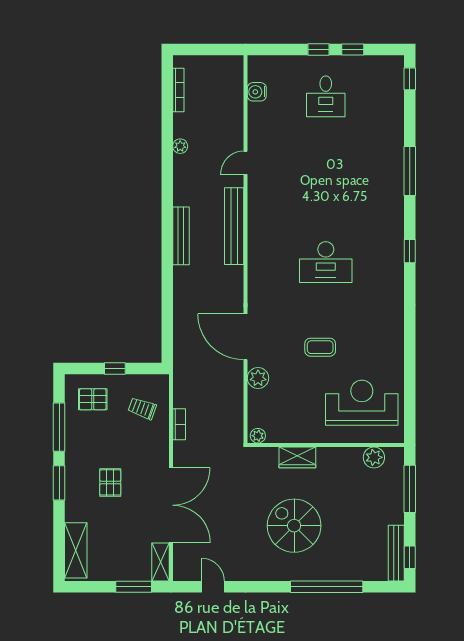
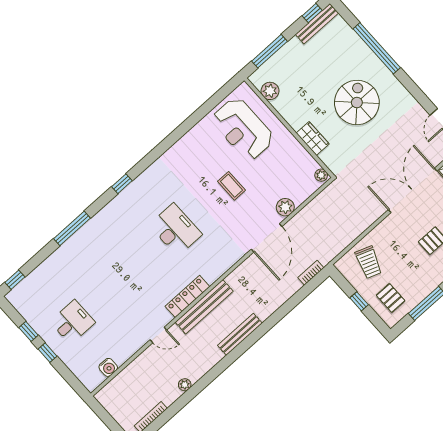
locker: (257, 219) -> (187, 296), added
trolley: (142, 408) -> (369, 262), width x1.36, depth x1.39
bookcase: (179, 424) -> (311, 273), moved
spiral stairs: (294, 526) -> (357, 103), turned 180

